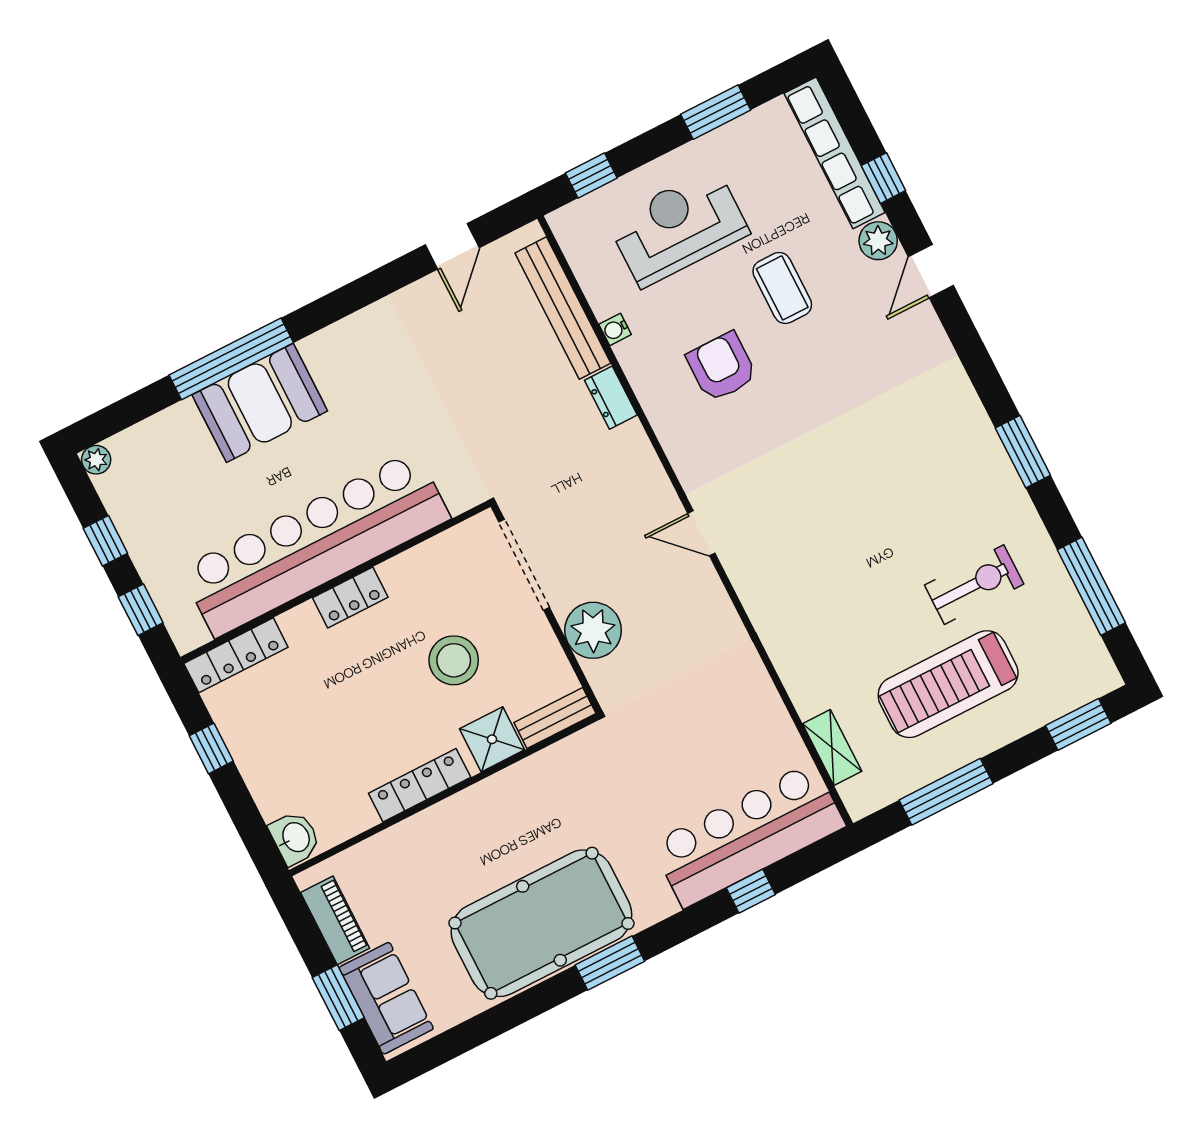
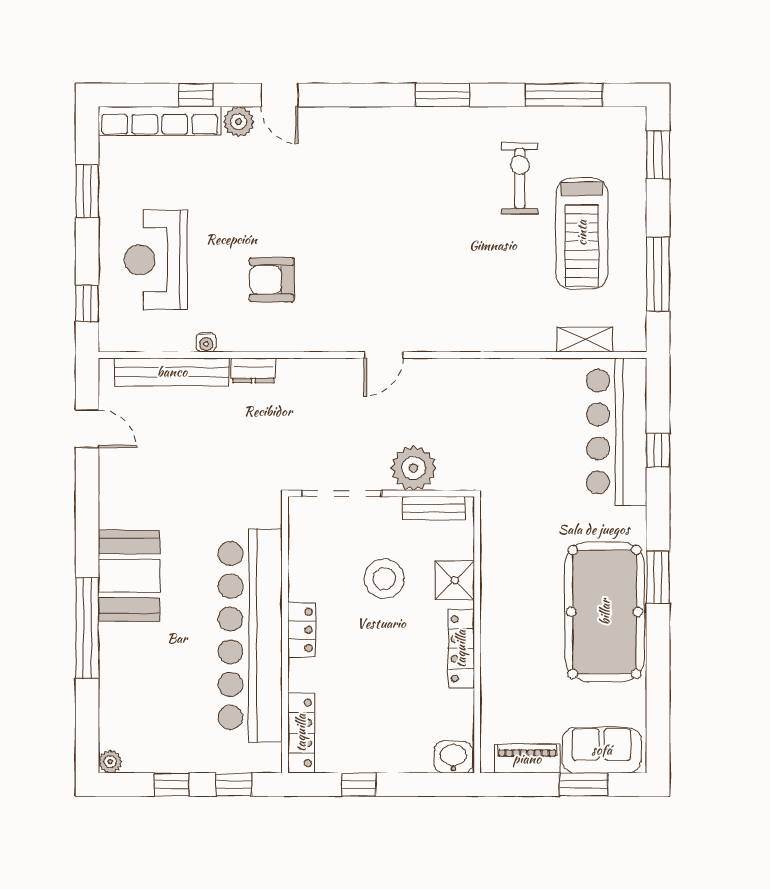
coffee table: (782, 288) -> (237, 208), removed
booth: (260, 403) -> (129, 576), moved
bench: (555, 718) -> (434, 508), moved, turned 90

